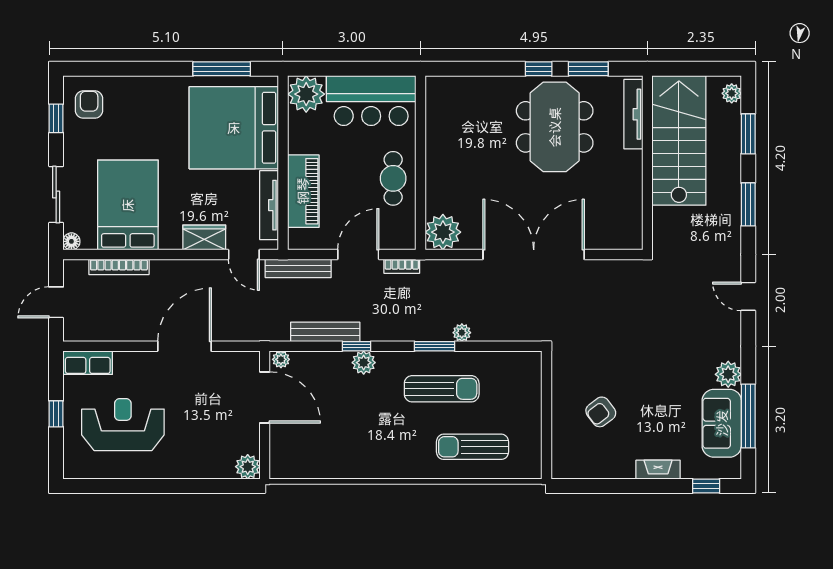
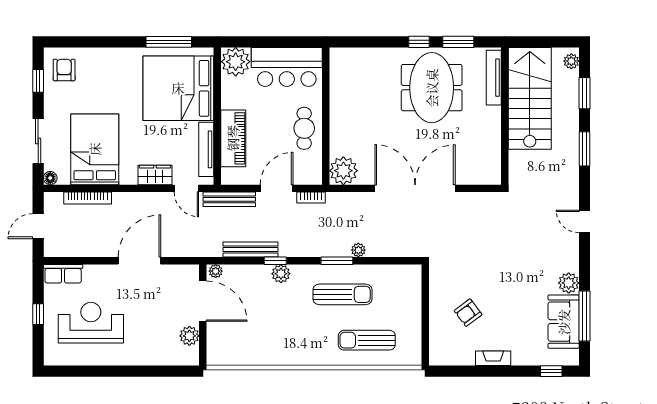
plant: (248, 467) -> (189, 336), moved
fireplace: (658, 470) -> (493, 358), moved

